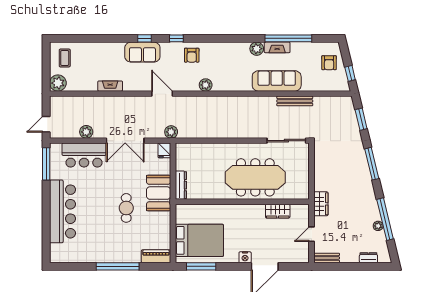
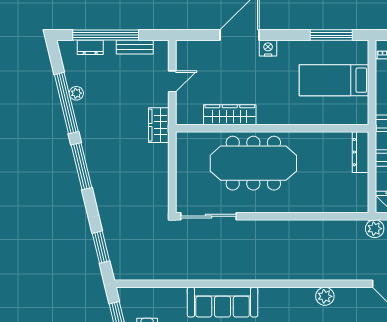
bench: (295, 101) -> (196, 273), removed
window: (372, 164) -> (81, 166), moved
wardrobe: (278, 211) -> (230, 115), width x1.50
bed: (199, 240) -> (334, 80), width x0.67
bench: (327, 258) -> (135, 47), moved
window: (358, 266) -> (106, 35), added

